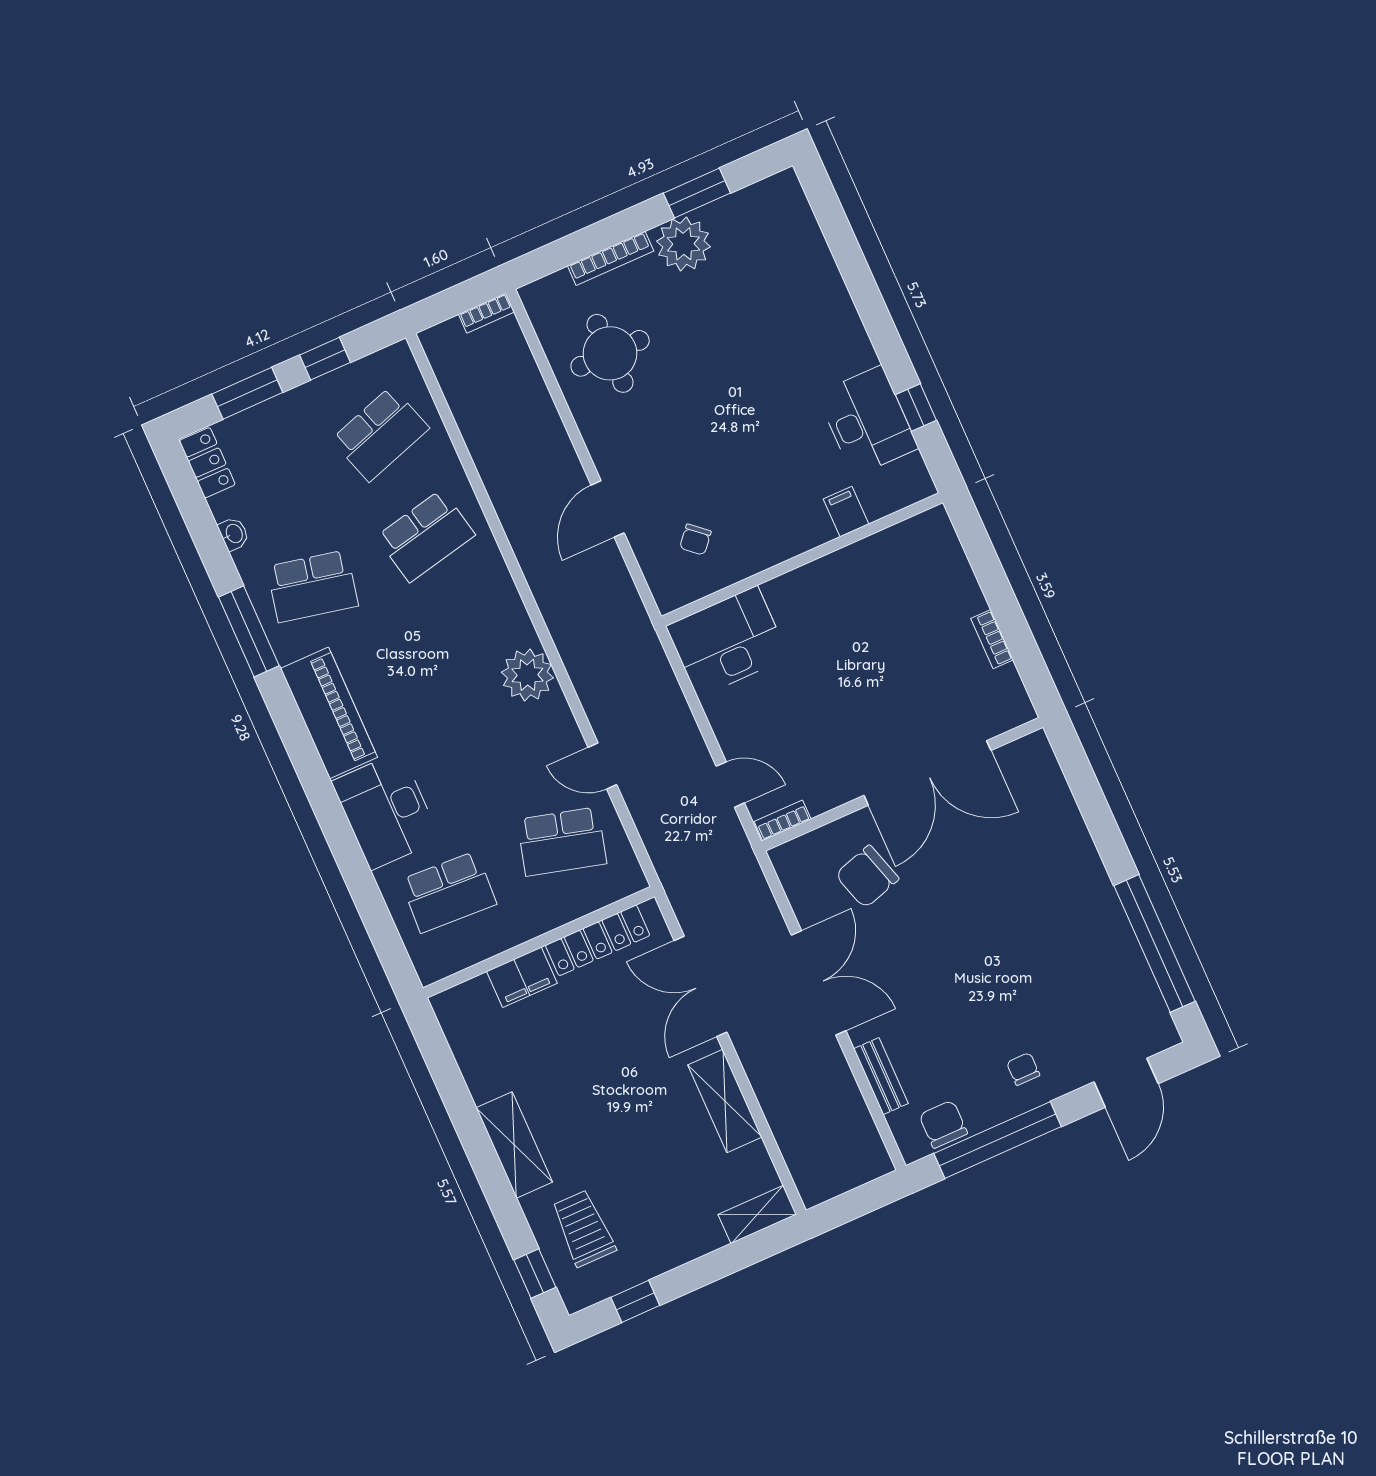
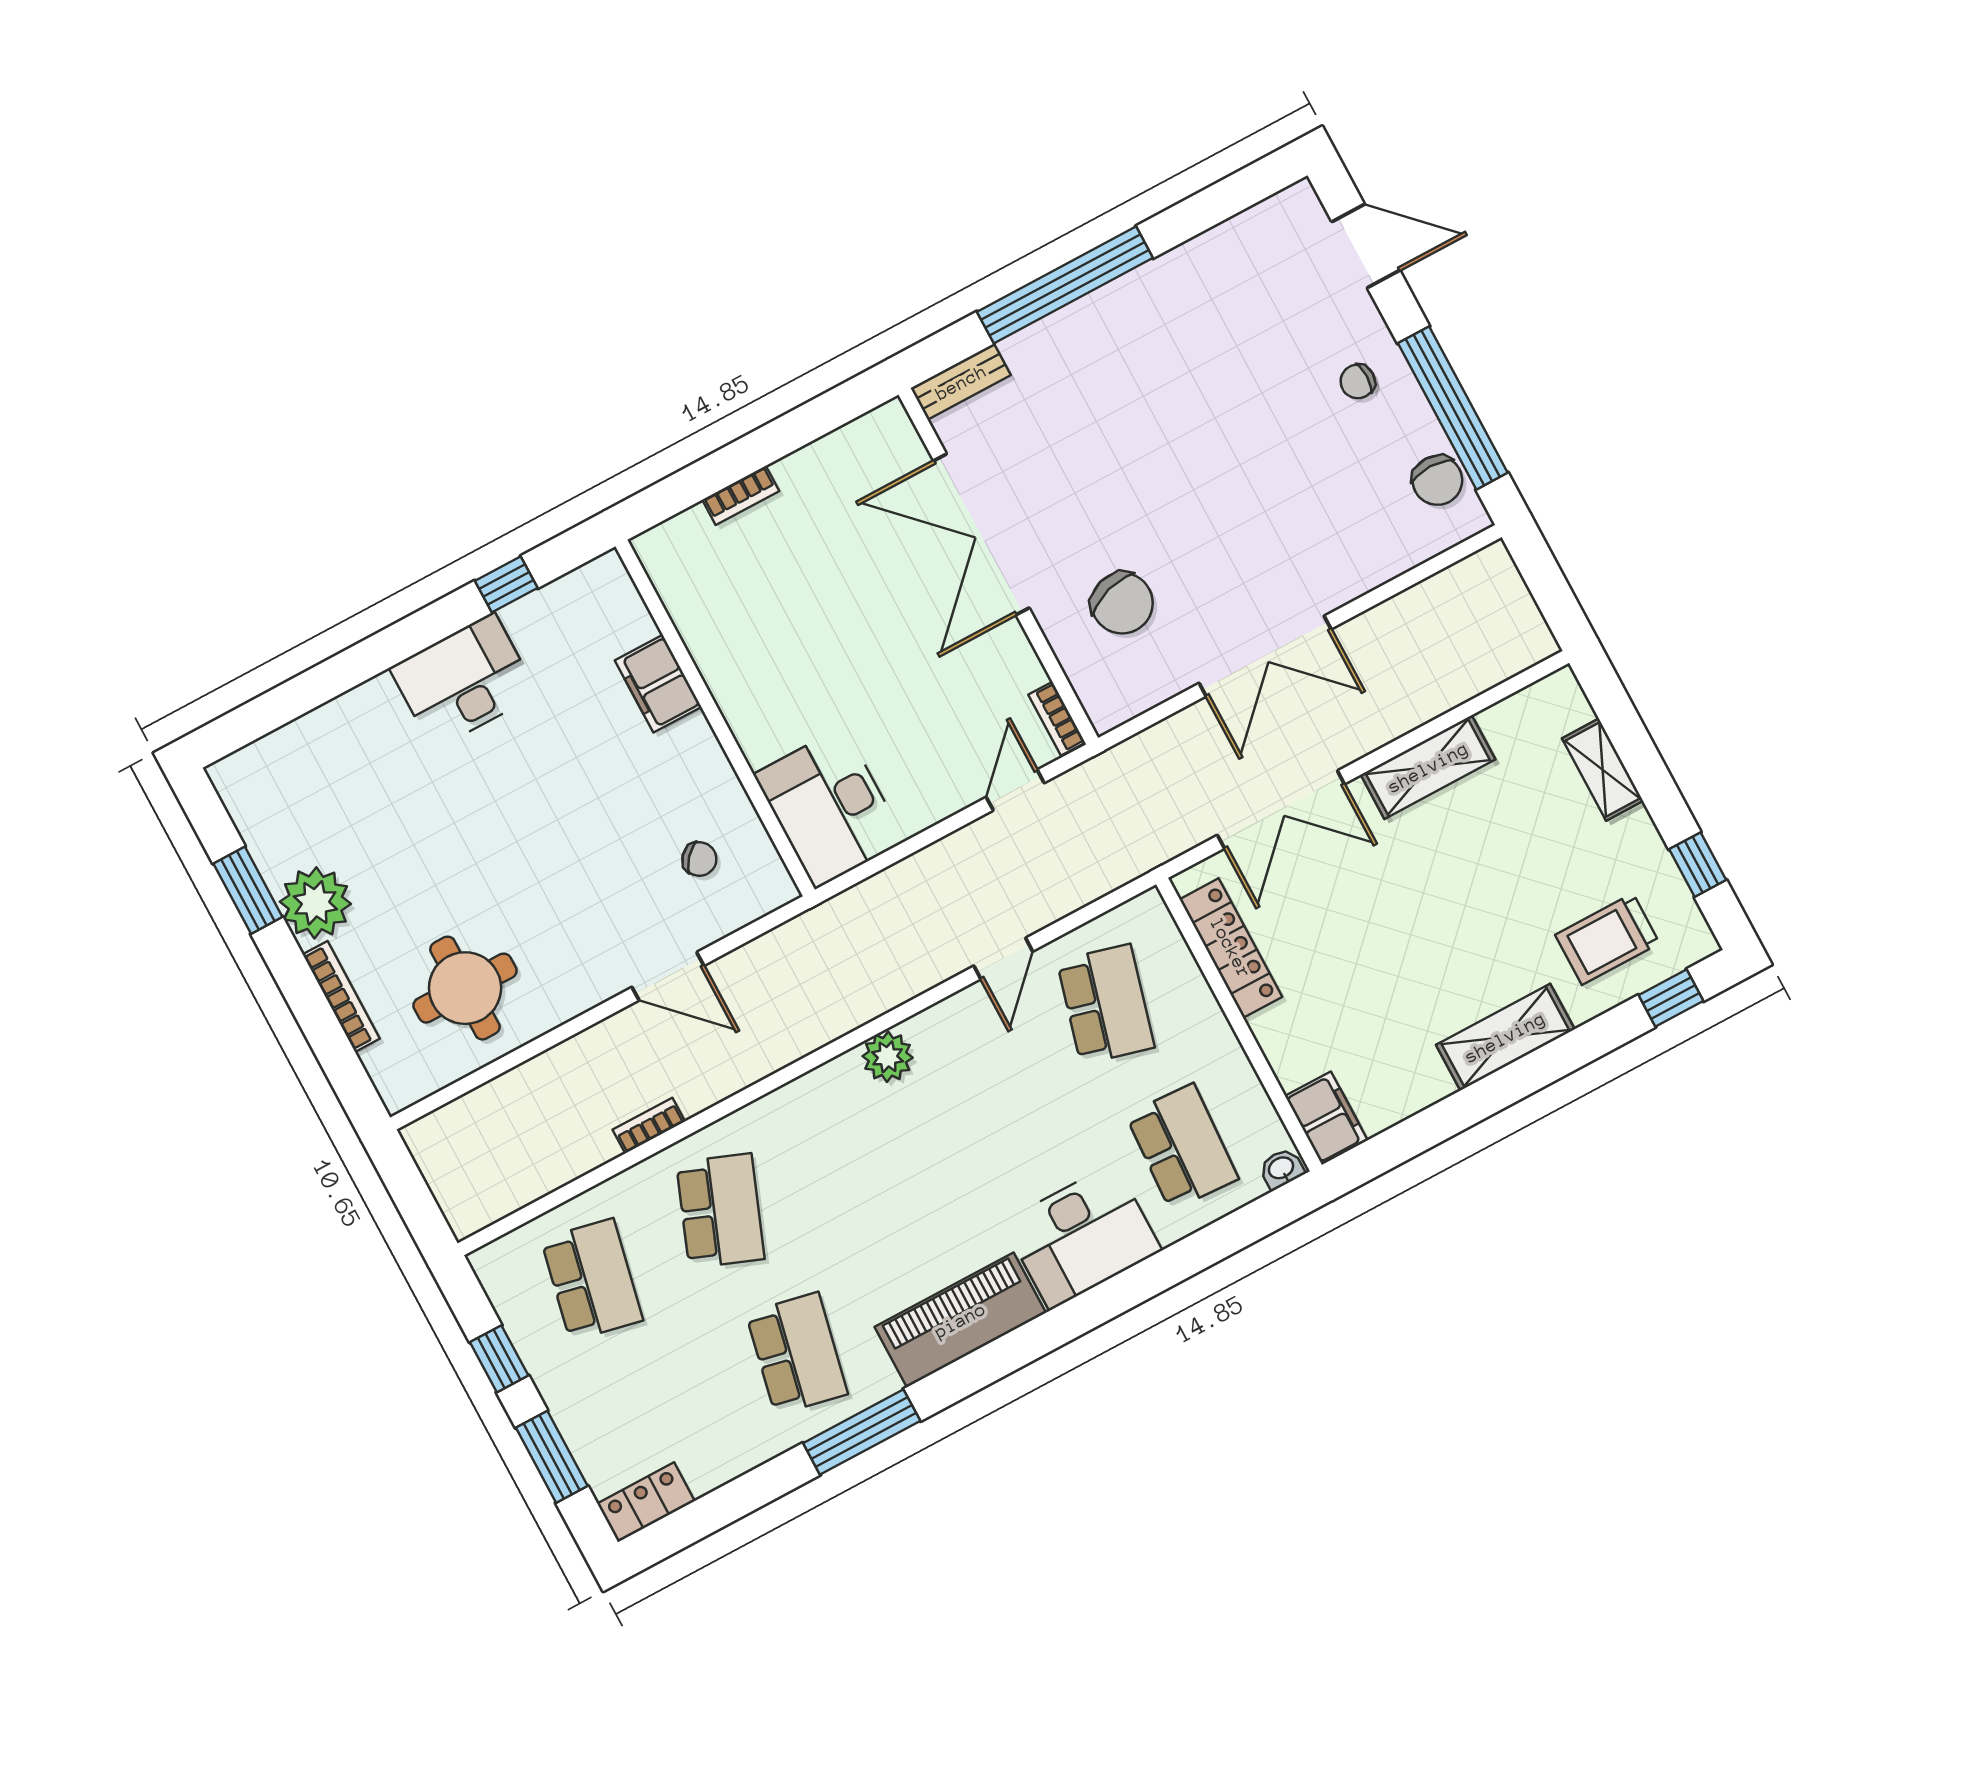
bookcase: (486, 313) -> (649, 1126), moved, turned -90
desk: (867, 421) -> (464, 681), moved
school desk: (380, 434) -> (592, 1280), turned 30
filing cabinet: (846, 511) -> (658, 684), width x2.00
washbasin: (234, 534) -> (1281, 1169), moved
school desk: (426, 536) -> (720, 1211), turned 33
bookcase: (992, 639) -> (741, 495), moved
plant: (527, 675) -> (888, 1057), width x0.73, depth x0.73
double door: (927, 773) -> (981, 534), swing flipped
window: (1154, 943) -> (1065, 285), moved
filing cabinet: (522, 977) -> (1326, 1118), moved
double door: (819, 983) -> (1265, 656), swing flipped
bench: (881, 1076) -> (961, 382), moved
chair: (943, 1124) -> (1437, 480), turned -90
shelving: (757, 1214) -> (1603, 770), moved

